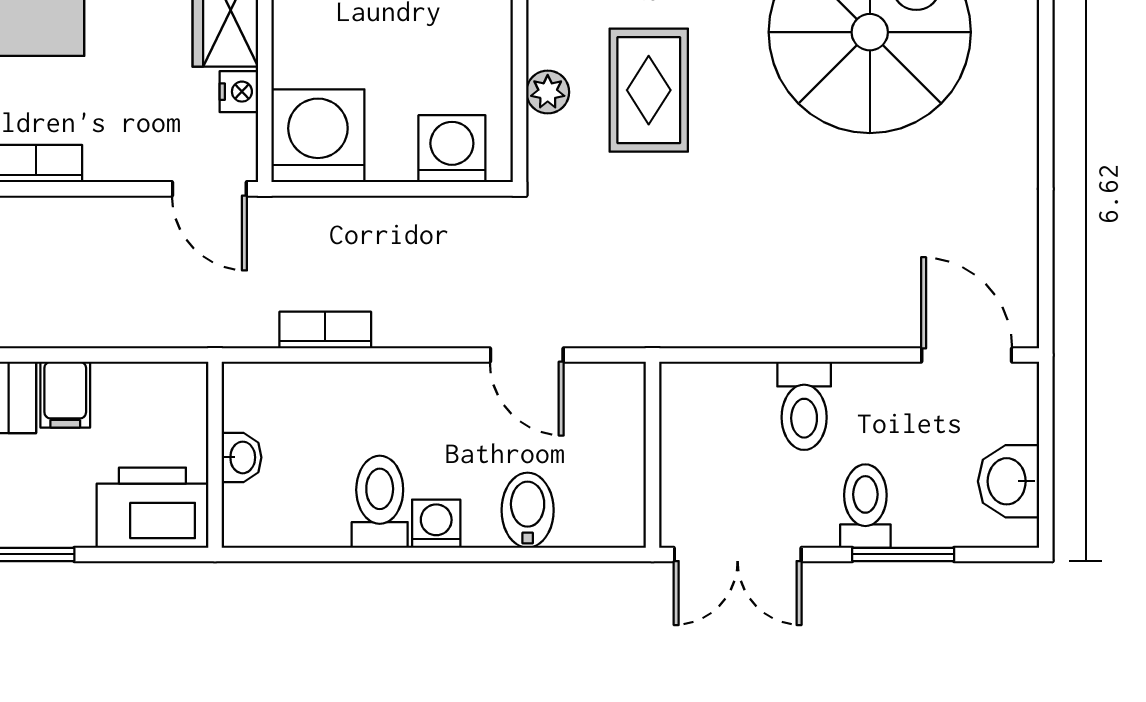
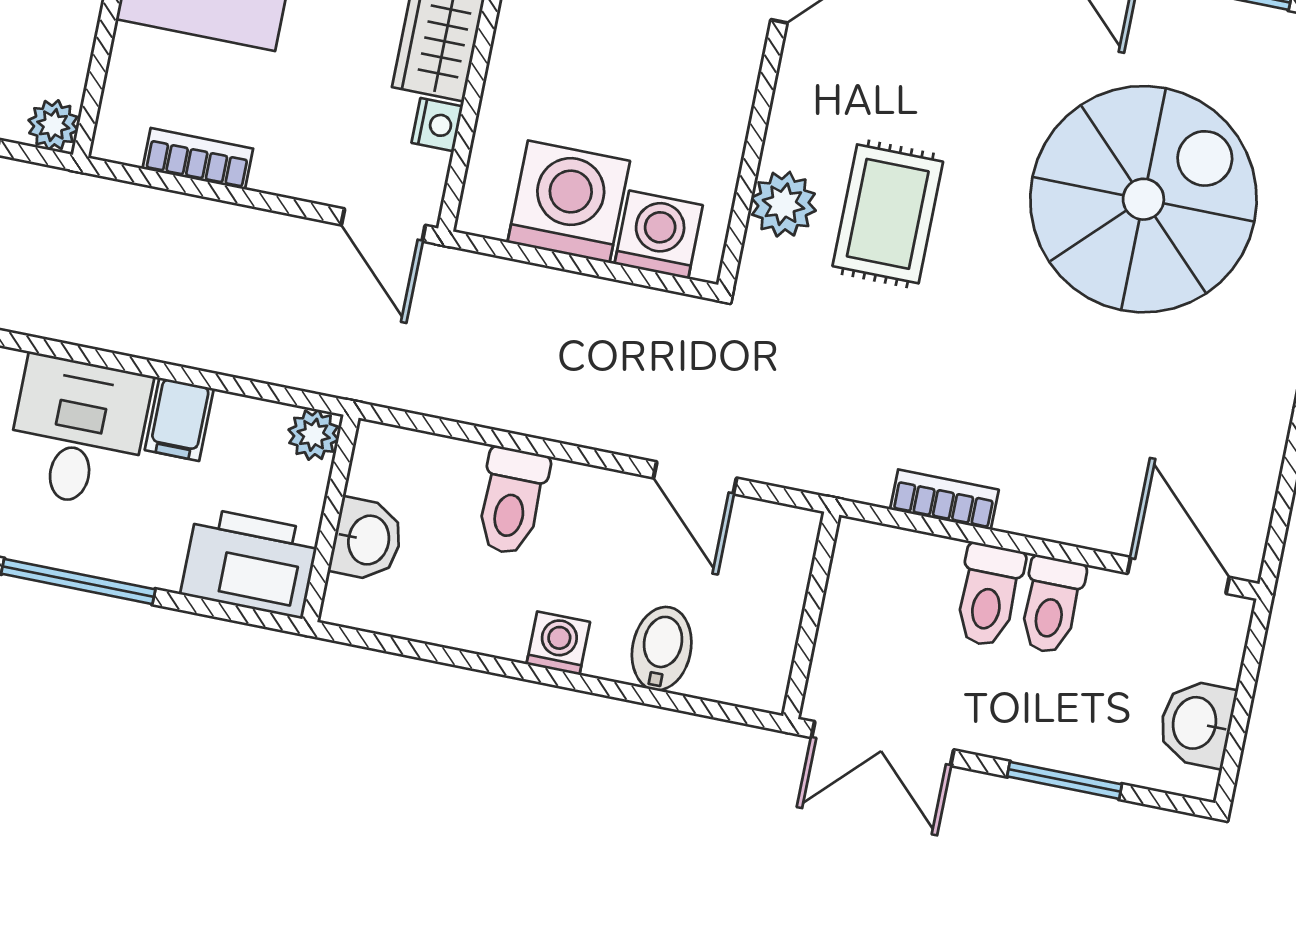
plant: (548, 92) -> (783, 204), width x1.38, depth x1.38
washing machine: (318, 136) -> (569, 202), moved
bookcase: (325, 330) -> (944, 500), moved
plant: (185, 385) -> (314, 435), added
washbasin: (242, 457) -> (367, 540), width x1.38, depth x1.45
toilet: (380, 502) -> (512, 501), moved, turned 180
toilet: (865, 506) -> (1051, 605), moved, turned 180

